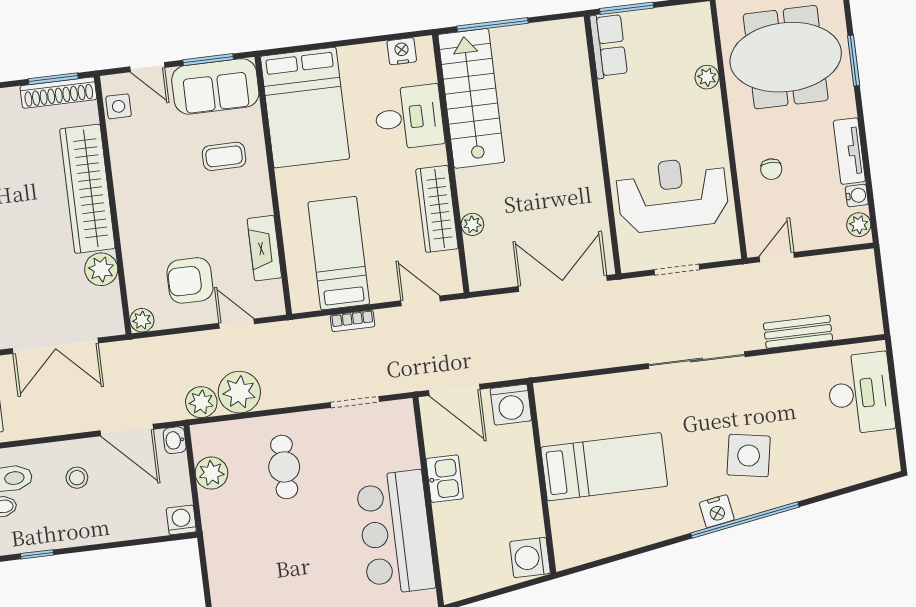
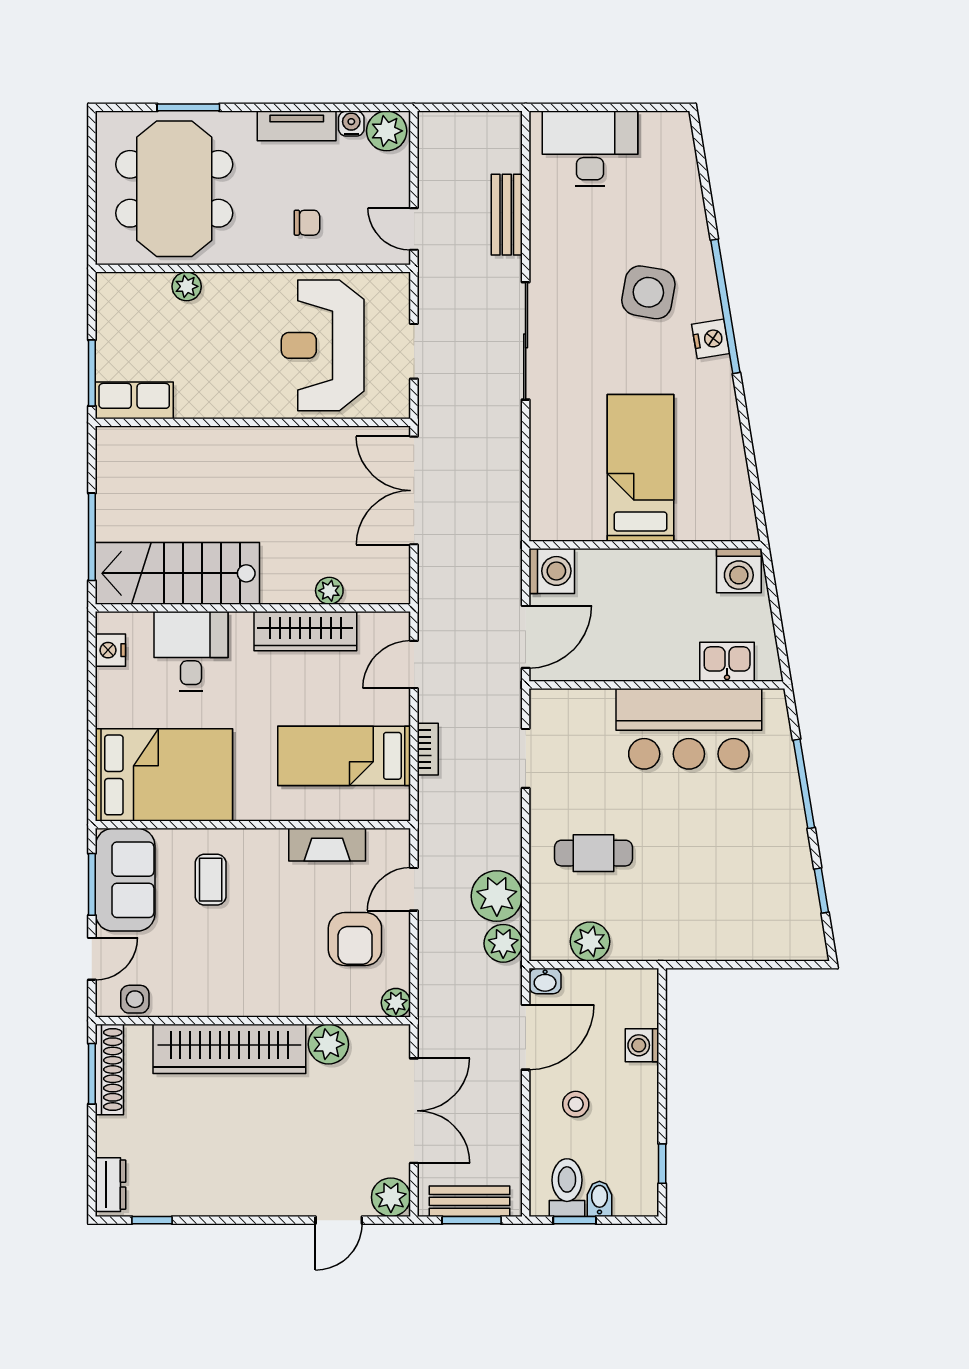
plant: (859, 225) -> (387, 131), width x1.38, depth x1.38
kitchen sink: (445, 479) -> (727, 662), moved
washing machine: (181, 520) -> (642, 1045), moved

